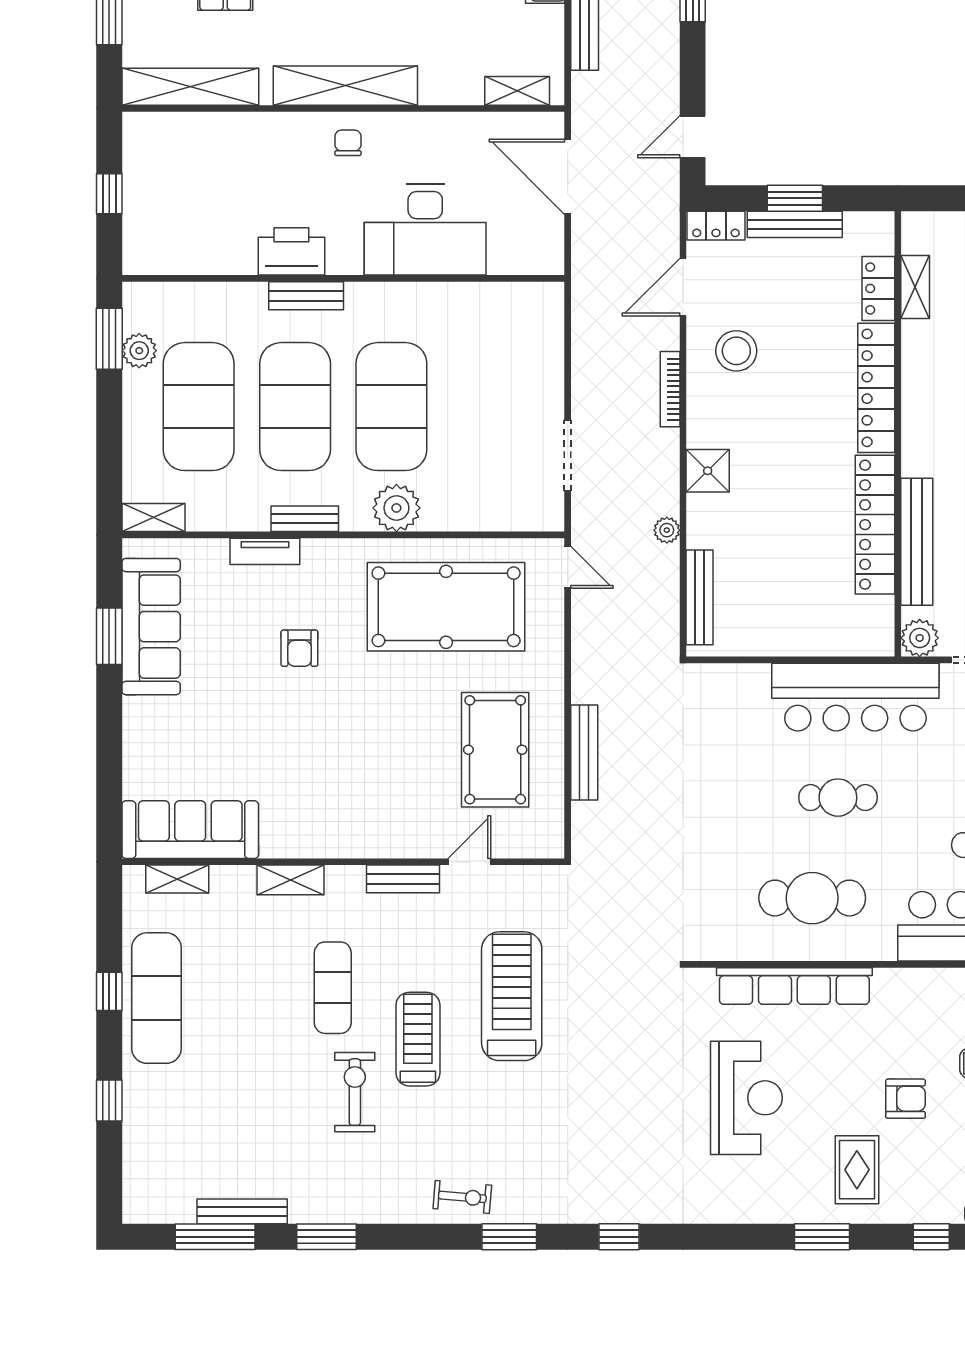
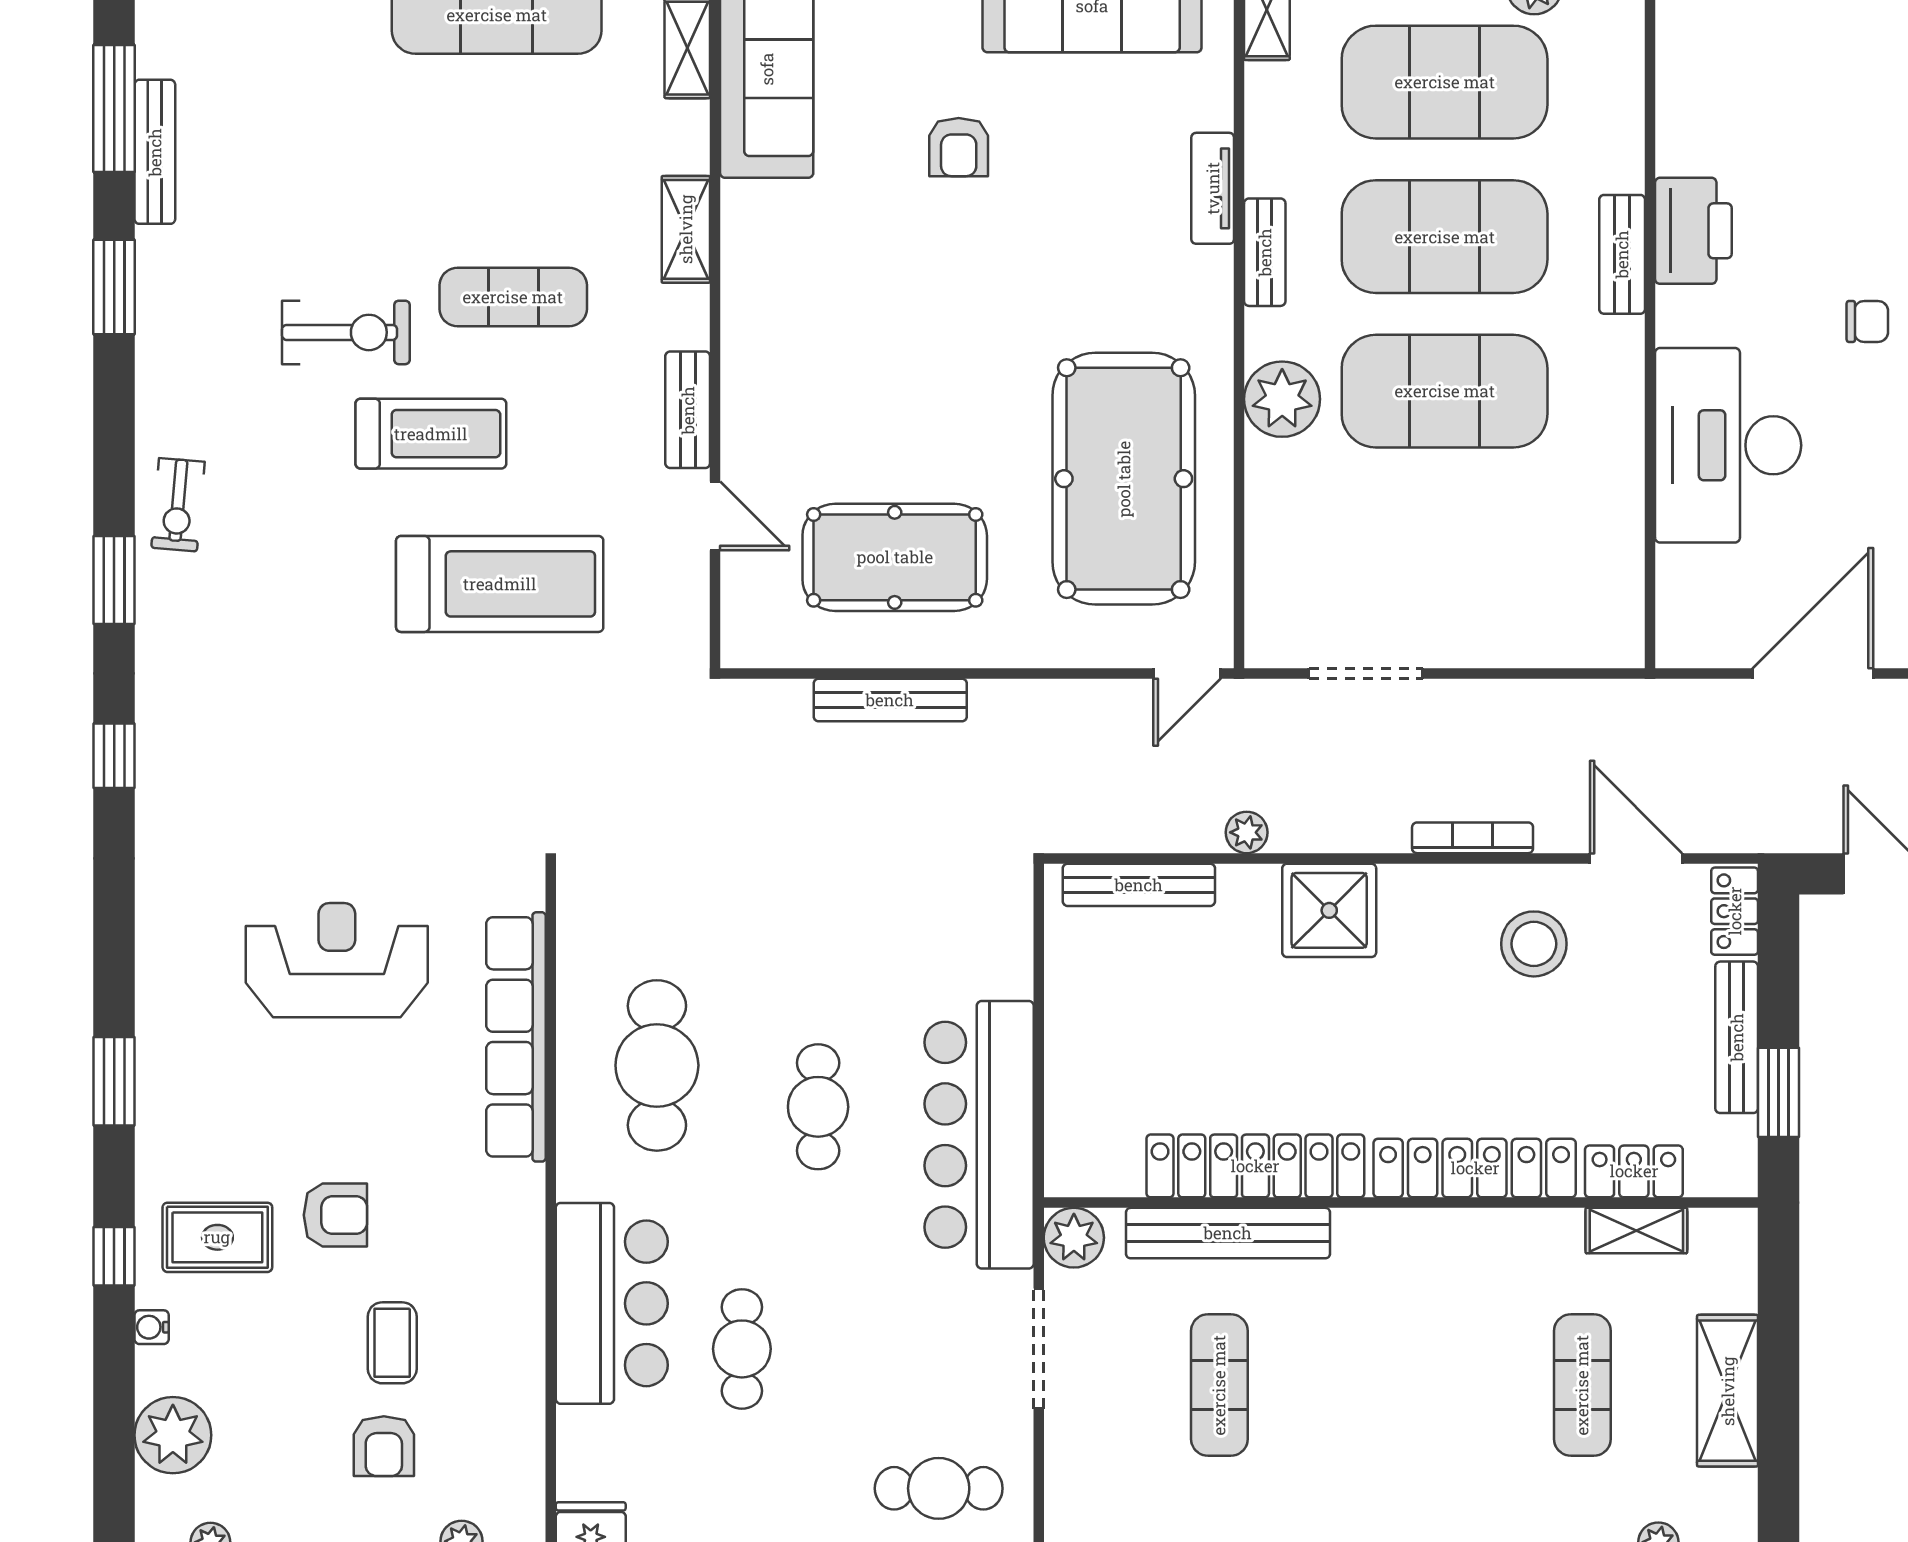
window: (795, 198) -> (1778, 1092), moved
shower: (708, 471) -> (1329, 910), width x1.36, depth x1.36
armchair: (299, 648) -> (959, 147), moved, turned -90
reception desk: (746, 1098) -> (337, 960), turned 180
armchair: (906, 1099) -> (335, 1215), turned -90
rug: (857, 1170) -> (217, 1237), moved

